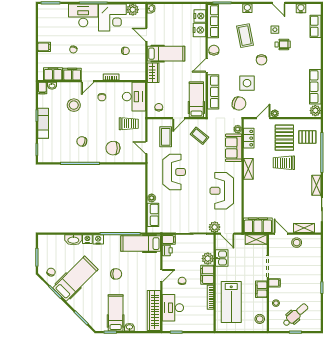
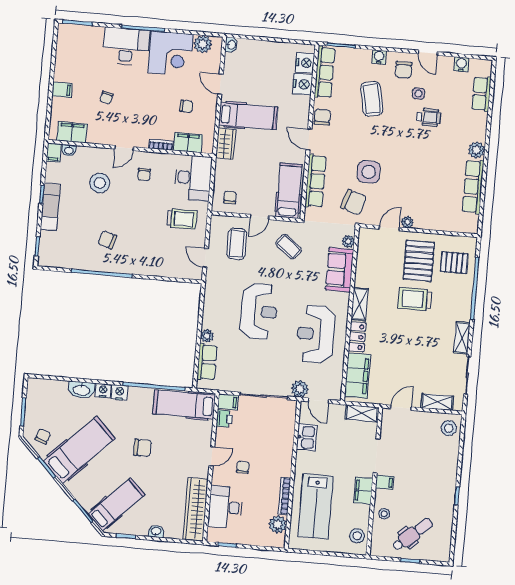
chair: (261, 60) -> (404, 70), moved
door: (207, 65) -> (309, 139), hinge flipped
filing cabinet: (72, 74) -> (188, 143), moved
plant: (315, 111) -> (476, 150), moved
locker: (249, 138) -> (357, 337), moved
chair: (113, 148) -> (154, 254), removed
reception desk: (174, 172) -> (259, 311), moved
filing cabinet: (258, 225) -> (358, 376), moved, turned 90
door: (281, 234) -> (401, 408), hinge flipped
stool: (297, 243) -> (449, 428), moved
plant: (208, 259) -> (278, 524), moved
filing cabinet: (207, 275) -> (282, 461), removed
hospital bed: (116, 313) -> (116, 504), moved, turned 45

